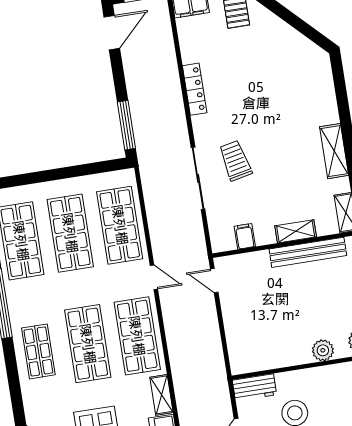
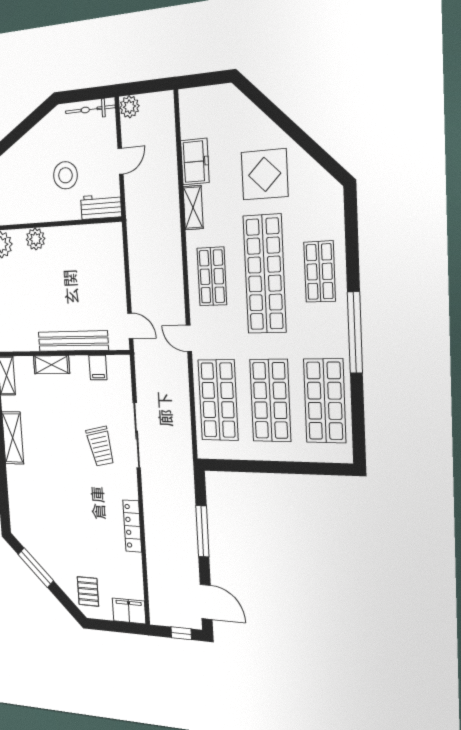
window: (297, 23) -> (36, 568), added
door: (112, 33) -> (206, 602), swing flipped
window: (126, 125) -> (202, 531), moved
bench: (308, 252) -> (73, 341), moved
shop shelf: (137, 336) -> (212, 276), width x0.70, depth x0.74
shop shelf: (88, 344) -> (265, 274), width x1.40

